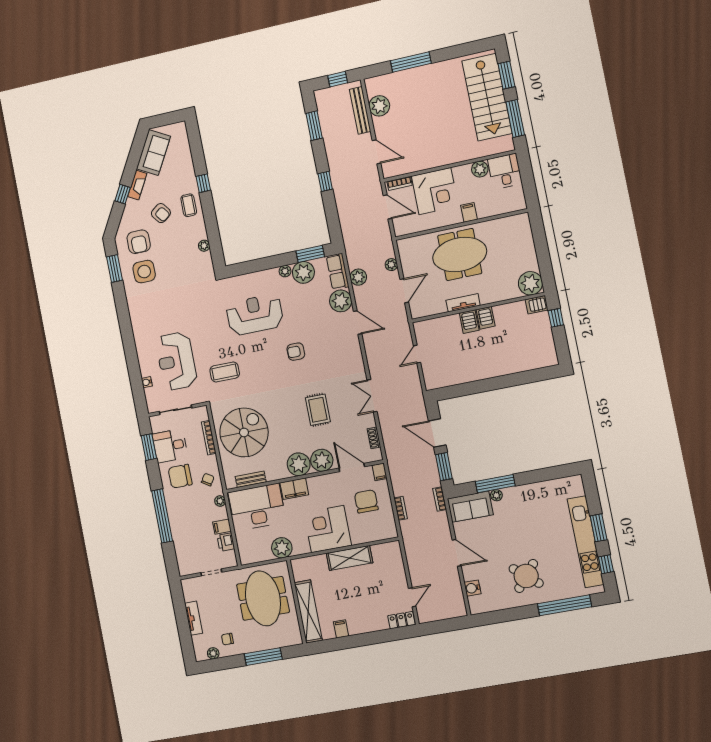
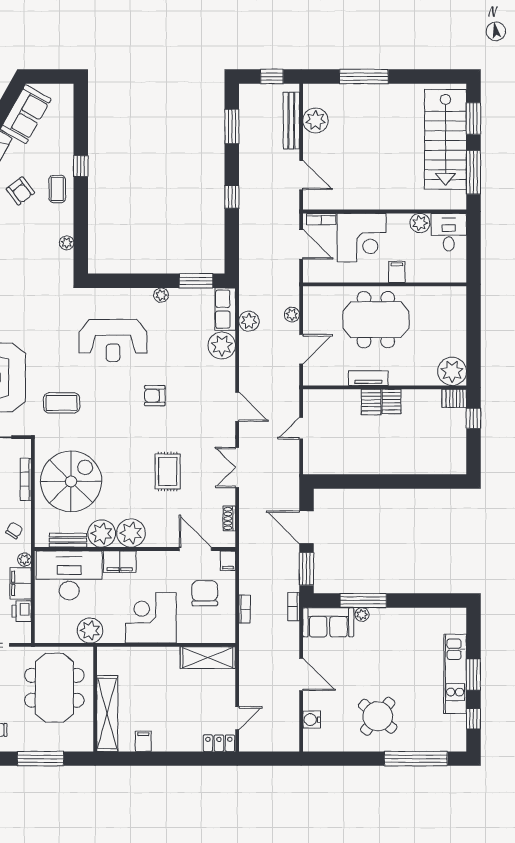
plant: (303, 272) -> (183, 301), removed
reception desk: (255, 315) -> (113, 340), turned 180
door: (358, 323) -> (237, 407), moved
plant: (322, 460) -> (102, 534), moved
filing cabinet: (222, 527) -> (21, 583), width x2.00
kitchen unit: (586, 542) -> (455, 674), width x0.73
shelving: (350, 558) -> (208, 658), moved

